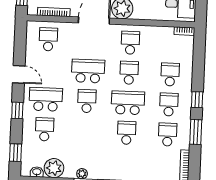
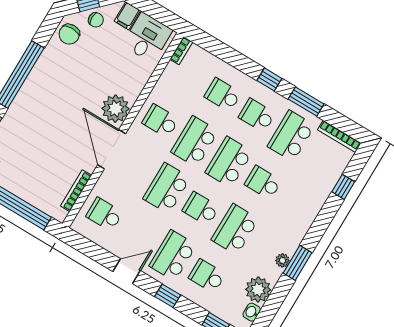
school desk: (129, 73) -> (195, 142), width x1.85
school desk: (86, 131) -> (235, 229), added
school desk: (168, 134) -> (291, 136), width x1.85

